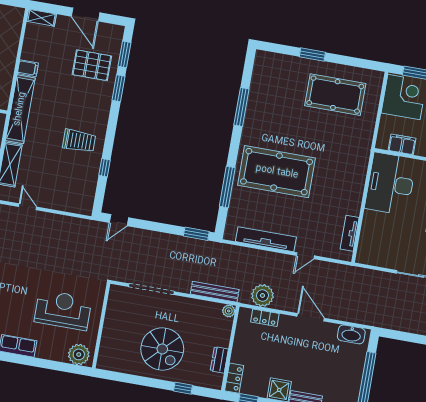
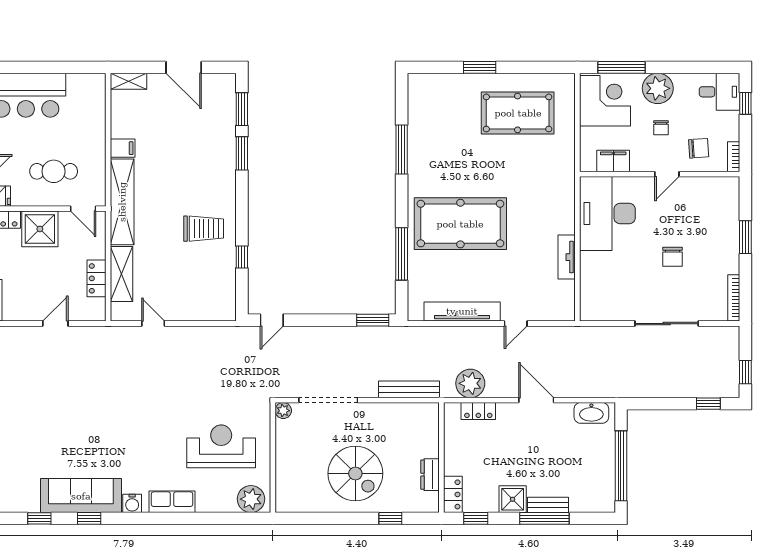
pallet: (92, 65) -> (203, 130), removed
tv unit: (350, 233) -> (567, 257), moved
plant: (229, 311) -> (283, 411), moved

